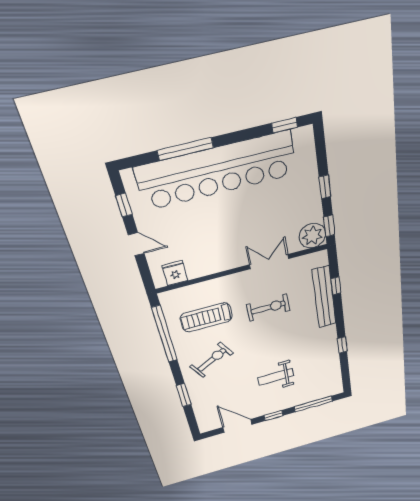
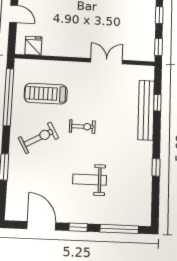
plant: (312, 236) -> (144, 51), removed
exercise bike: (268, 308) -> (82, 127), moved, width x0.73, depth x0.72

